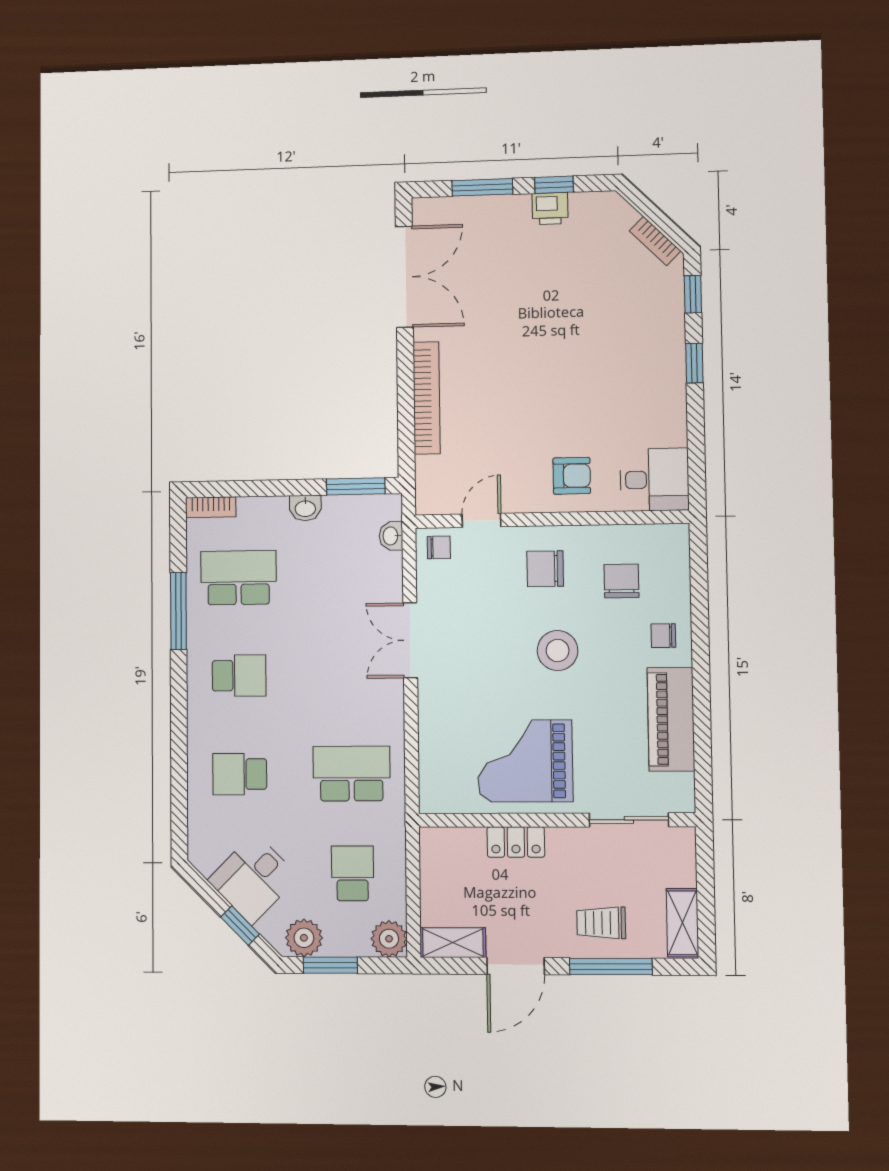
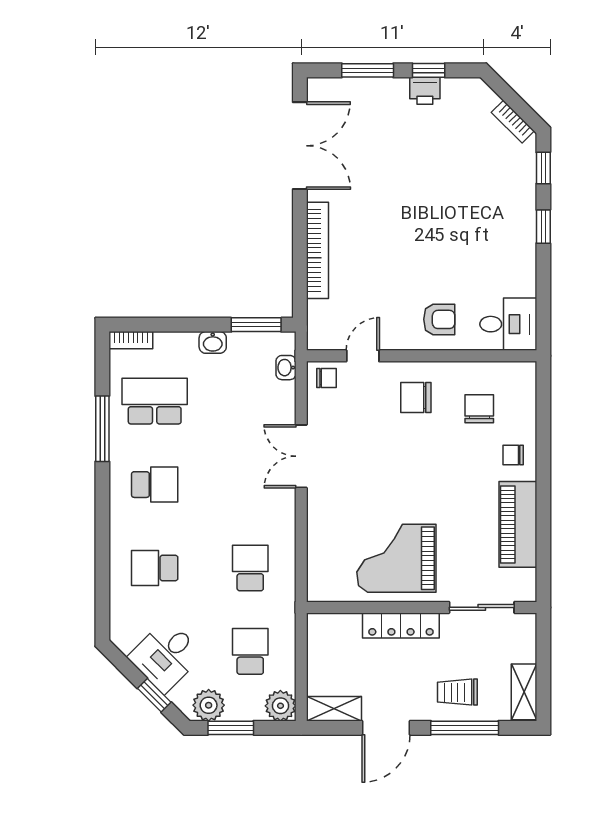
stool: (558, 650) -> (425, 466), removed
school desk: (352, 774) -> (250, 568), width x0.54
locker: (516, 842) -> (401, 626), width x1.53

